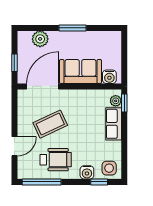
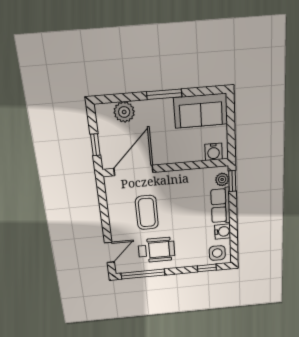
sofa: (80, 71) -> (201, 111), moved, turned 180
coffee table: (50, 124) -> (147, 213), turned -65
door: (14, 146) -> (109, 252), moved
water cooler: (87, 172) -> (223, 232), moved, turned -90

